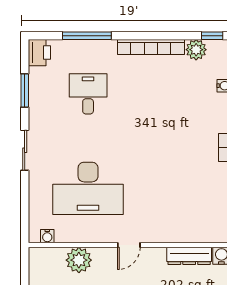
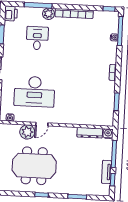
plant: (196, 50) -> (48, 14), moved
door: (129, 245) -> (42, 124), moved

